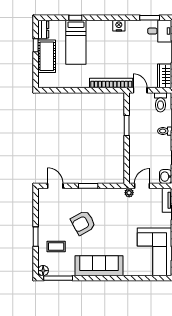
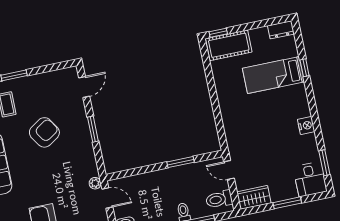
window: (36, 45) -> (218, 33), moved
cot: (47, 56) -> (229, 45), moved
bookcase: (111, 83) -> (231, 131), removed
door: (140, 90) -> (229, 170), swing flipped
armchair: (83, 223) -> (44, 132), turned 86

